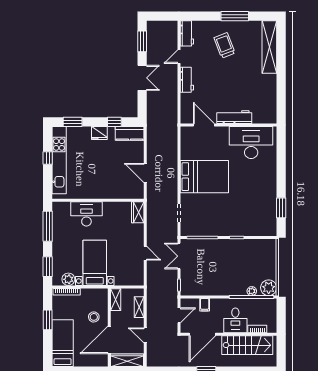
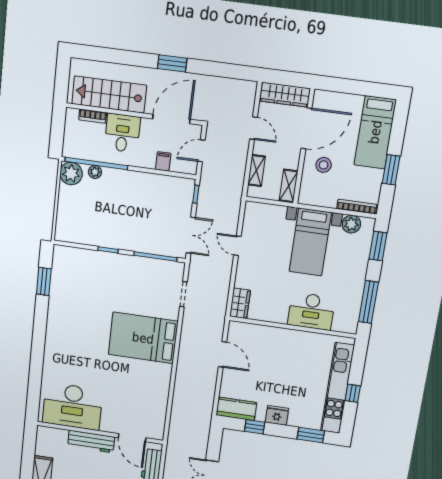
workbench: (234, 117) -> (91, 441), moved
door: (204, 125) -> (132, 438), moved
wall: (228, 125) -> (100, 433), moved
desk: (251, 142) -> (72, 406), moved

